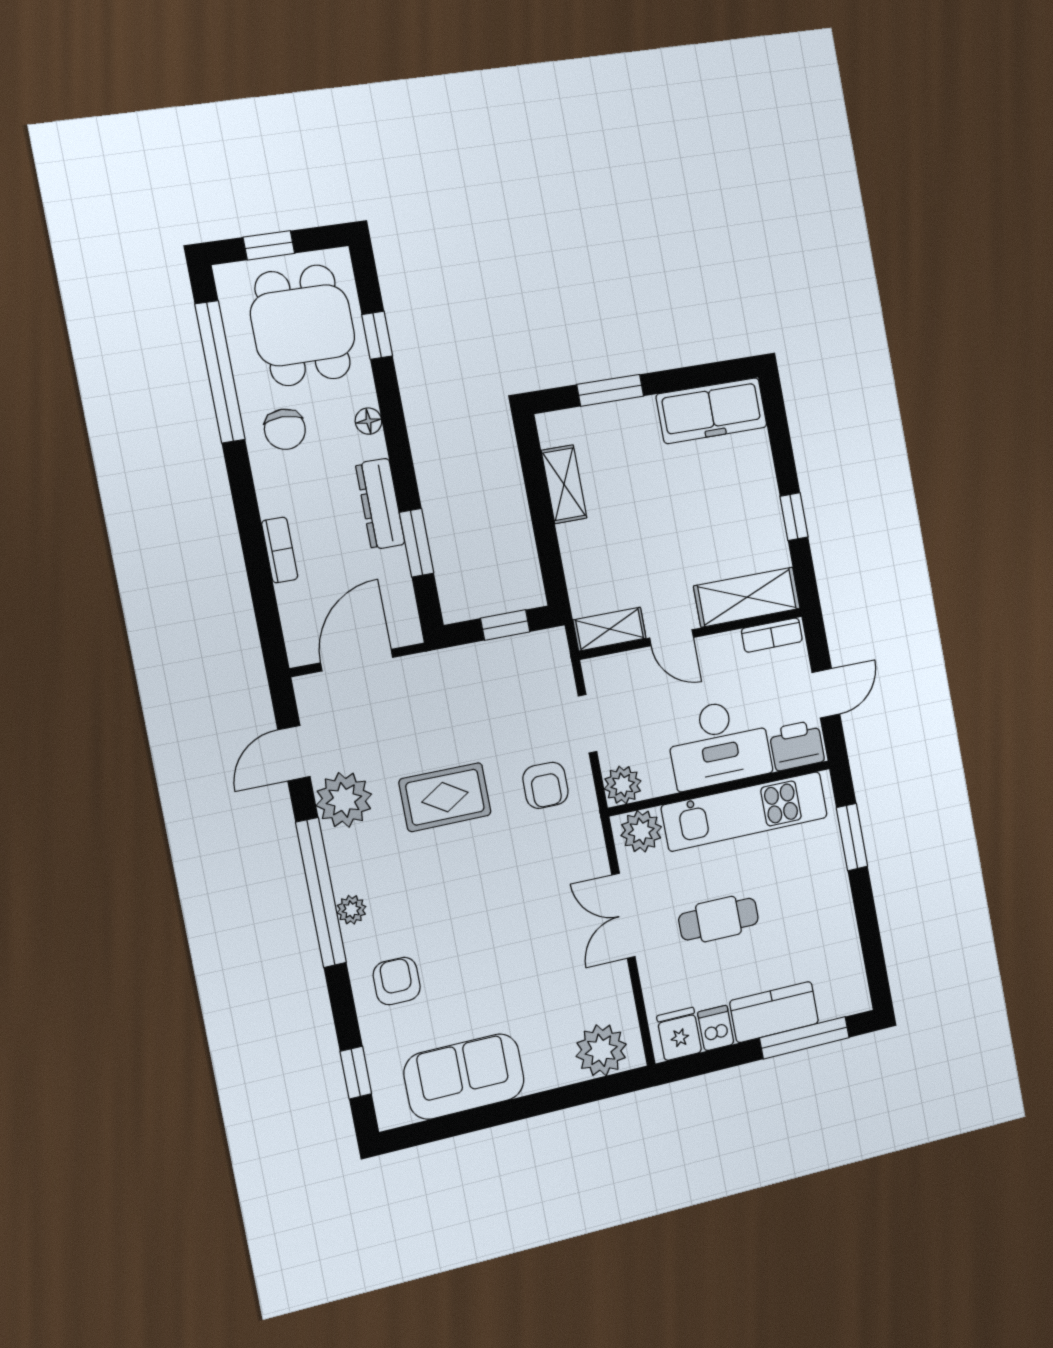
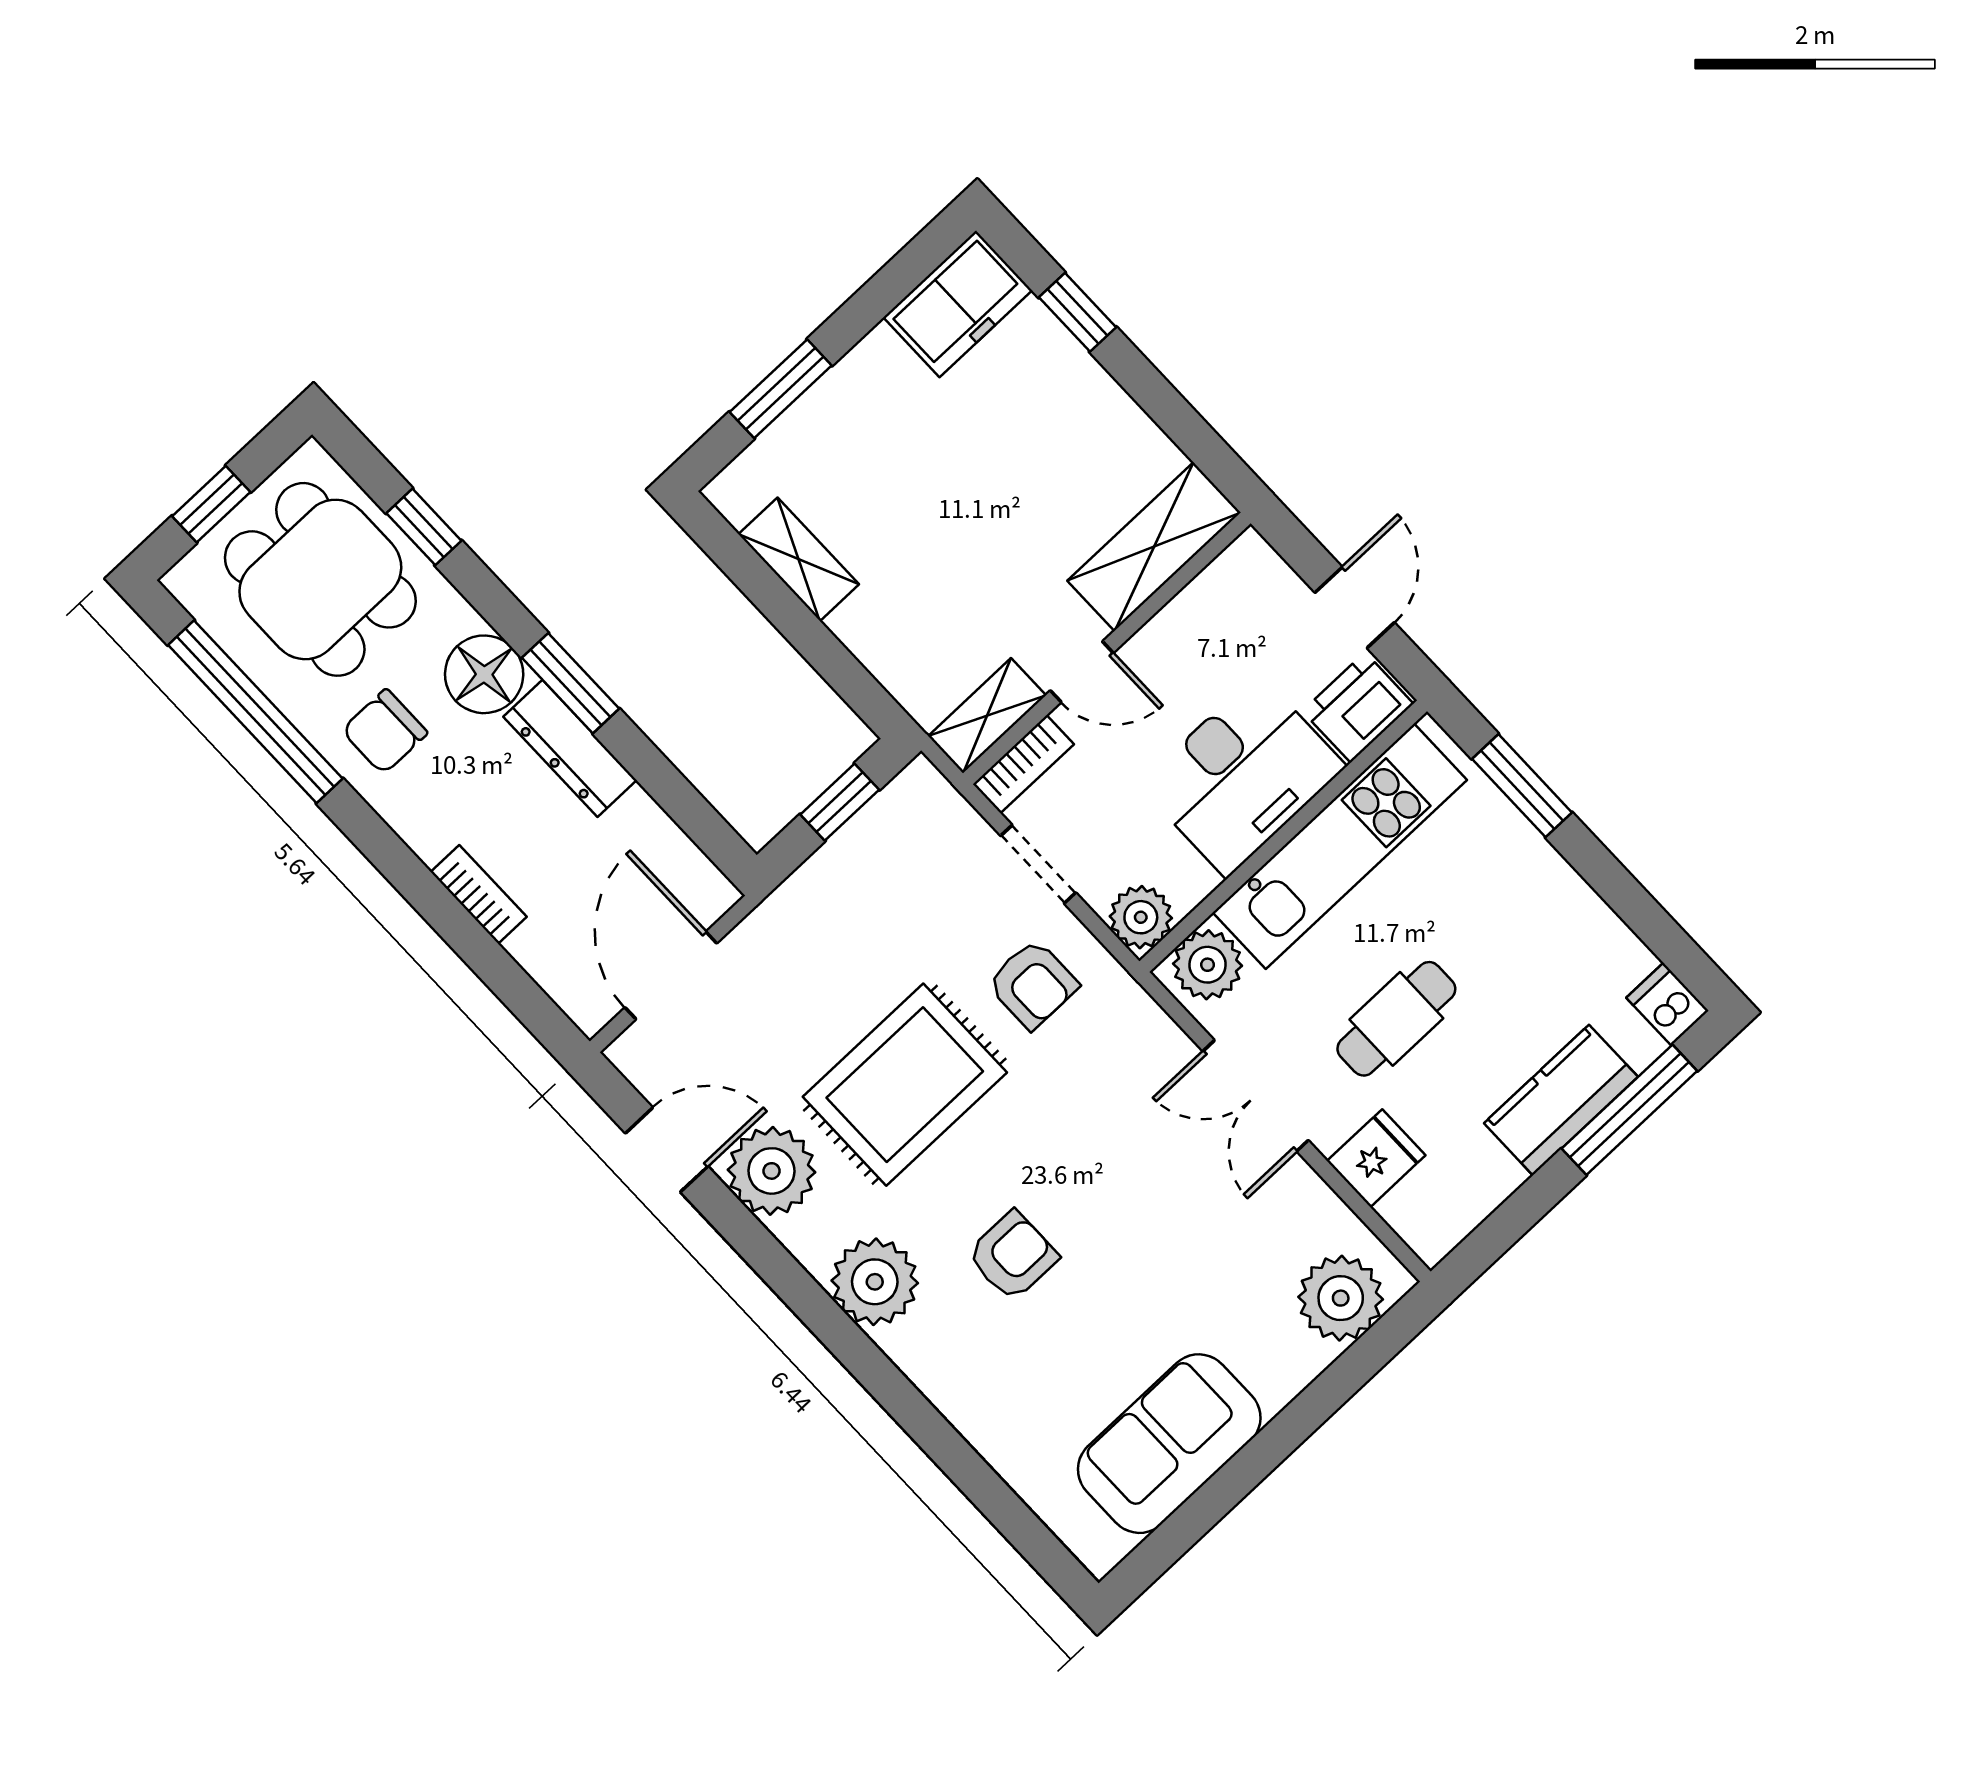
freezer: (712, 411) -> (958, 304), width x0.71
floor lamp: (368, 421) -> (484, 674), width x1.89, depth x1.89
chair: (285, 429) -> (385, 732), turned 90
window: (794, 517) -> (1077, 312), moved
window: (417, 543) -> (571, 683), moved
bookcase: (772, 635) -> (1023, 764), moved
door: (294, 753) -> (667, 1150), swing flipped
rug: (445, 797) -> (905, 1085), width x1.36, depth x1.43
window: (321, 893) -> (819, 1312), removed
plant: (351, 910) -> (875, 1282), width x1.87, depth x1.87
armchair: (397, 981) -> (1013, 1256), moved, turned 90
dishwasher: (716, 1028) -> (1667, 1004), moved
fridge: (679, 1034) -> (1376, 1158), moved, turned 90
window: (356, 1073) -> (1017, 1523), removed

